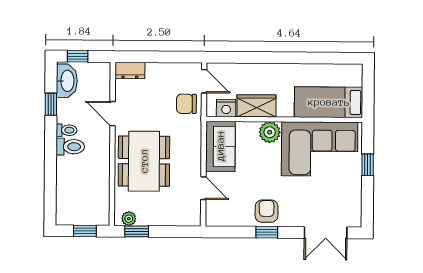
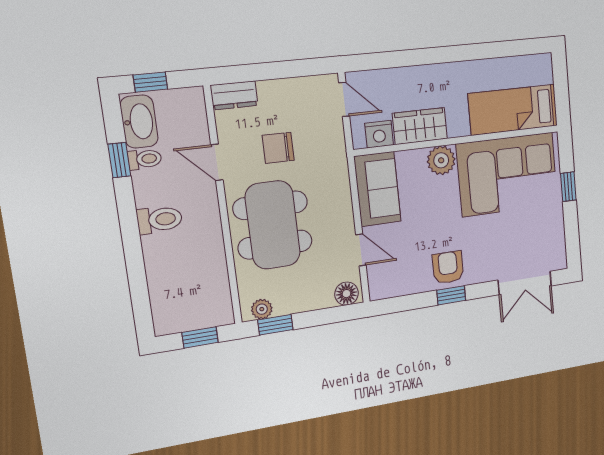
chair: (186, 104) -> (278, 148), moved
toilet: (66, 130) -> (145, 159), moved
floor lamp: (189, 218) -> (346, 294), added

